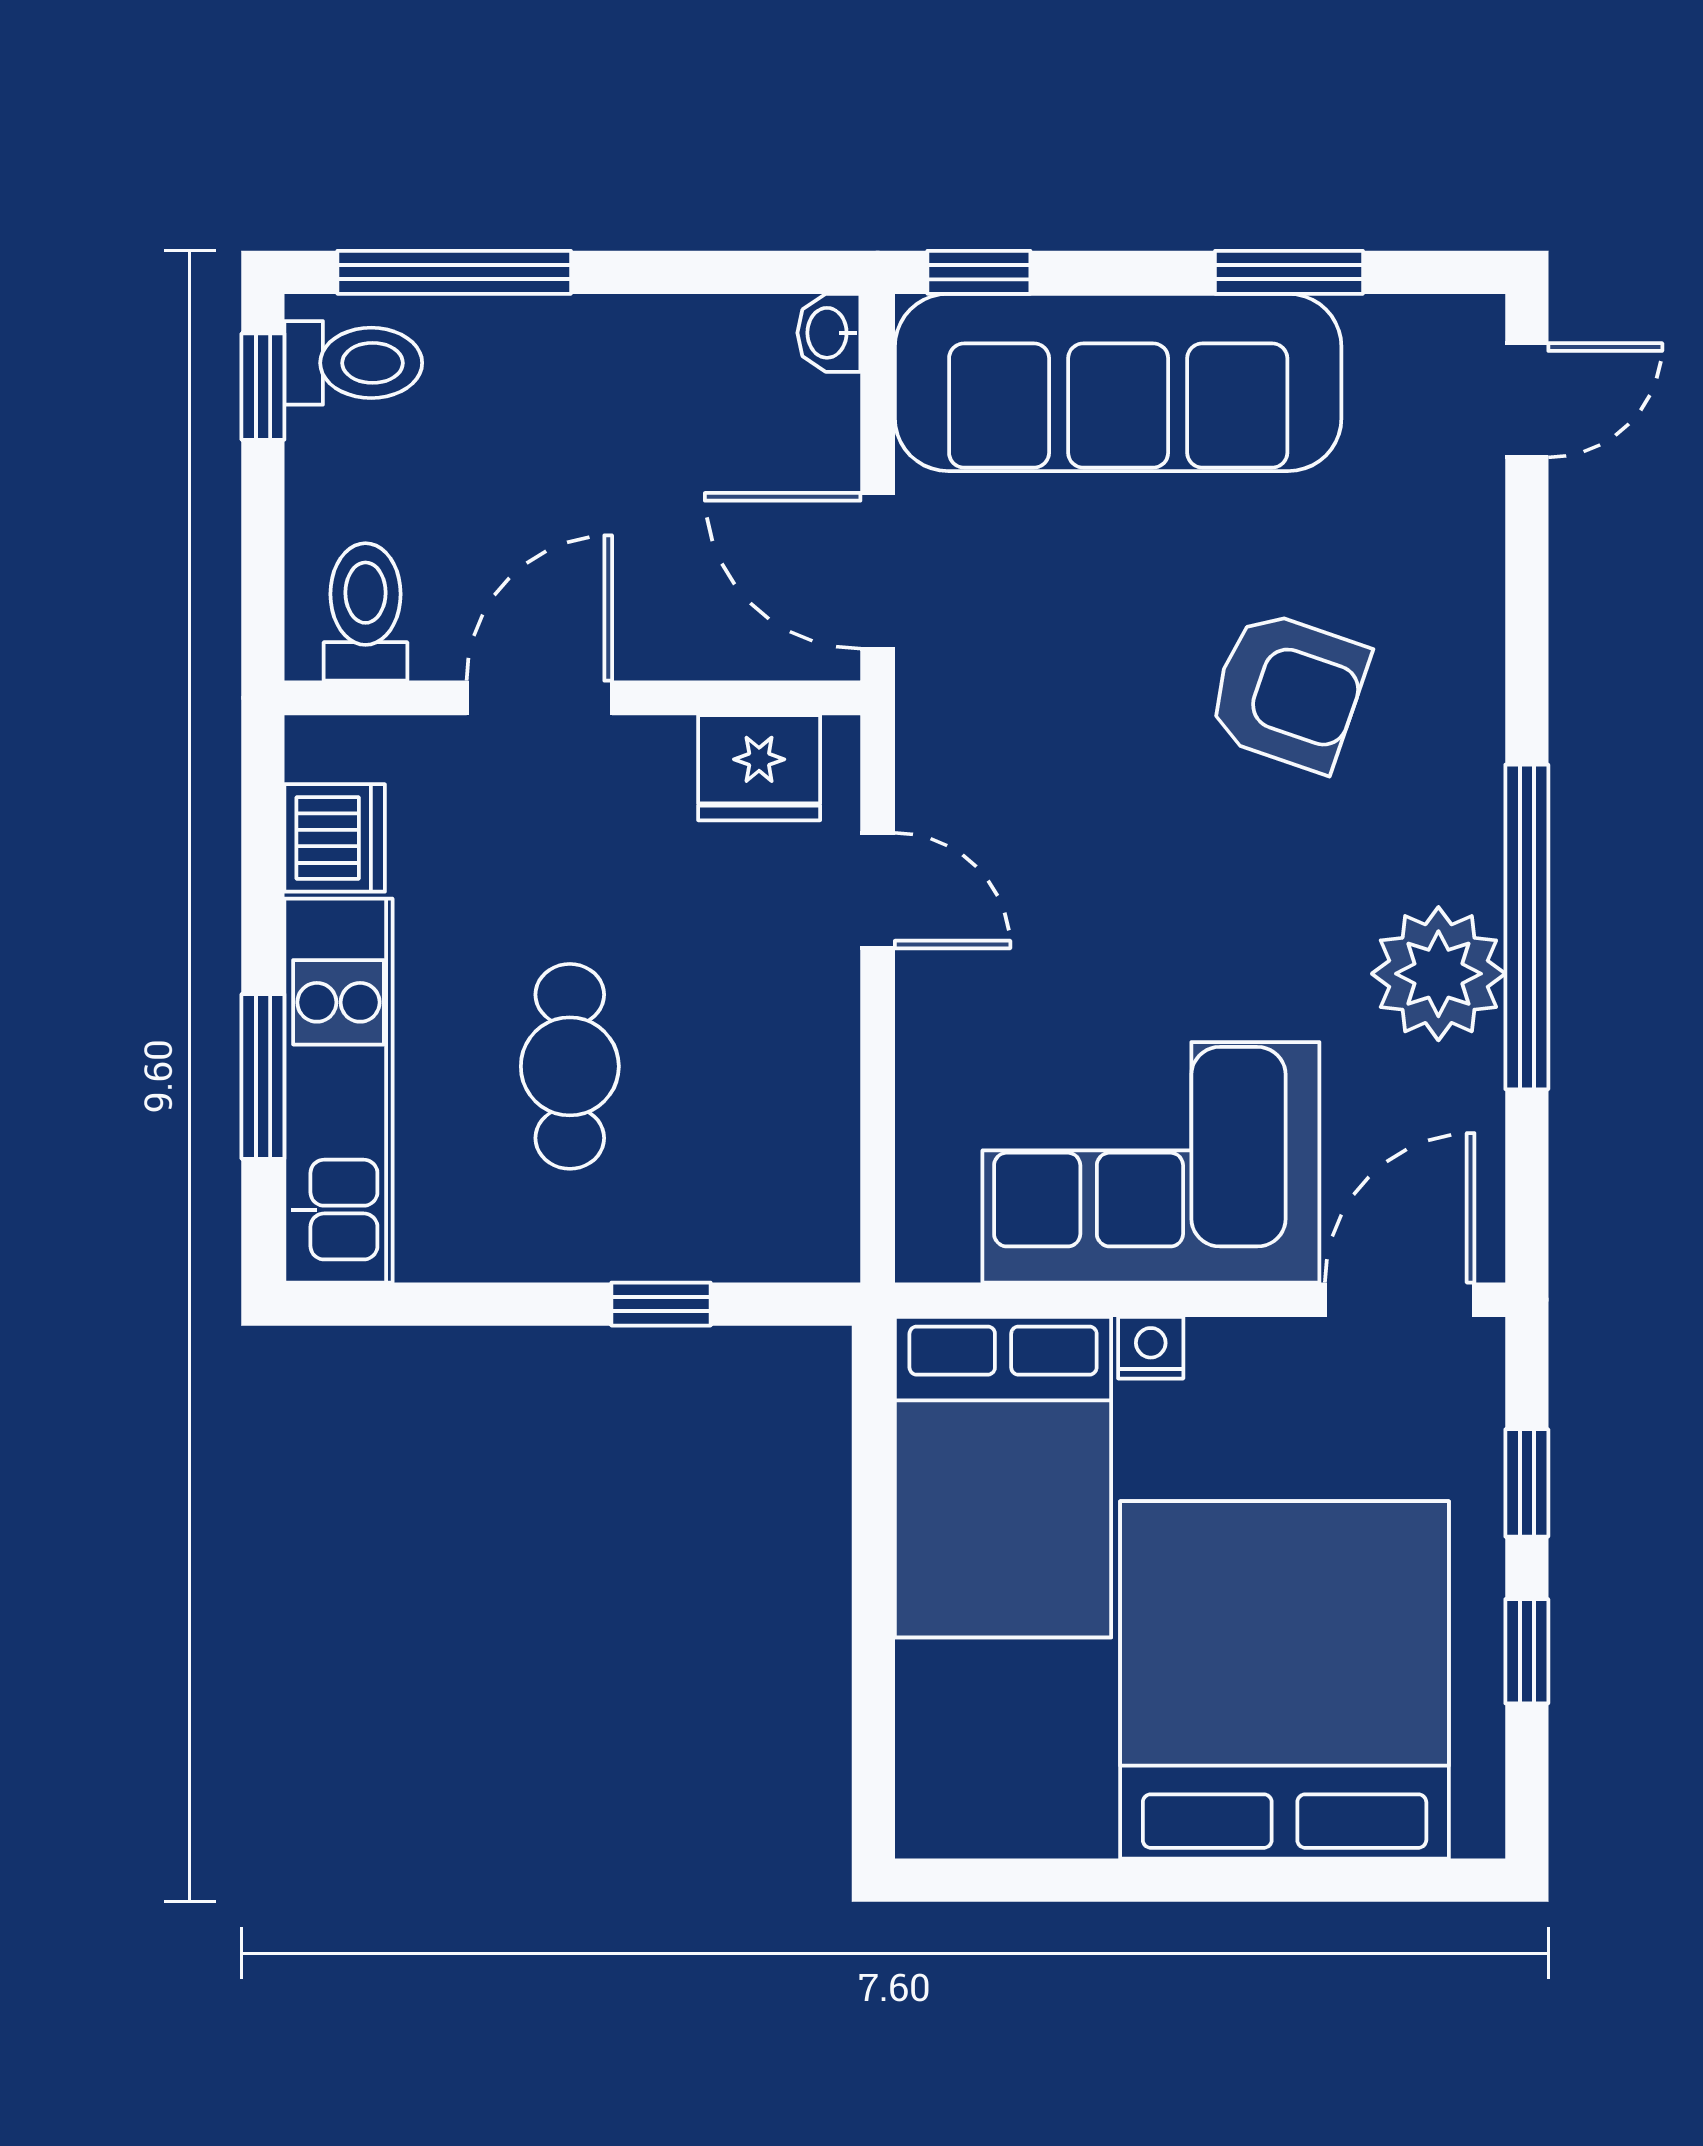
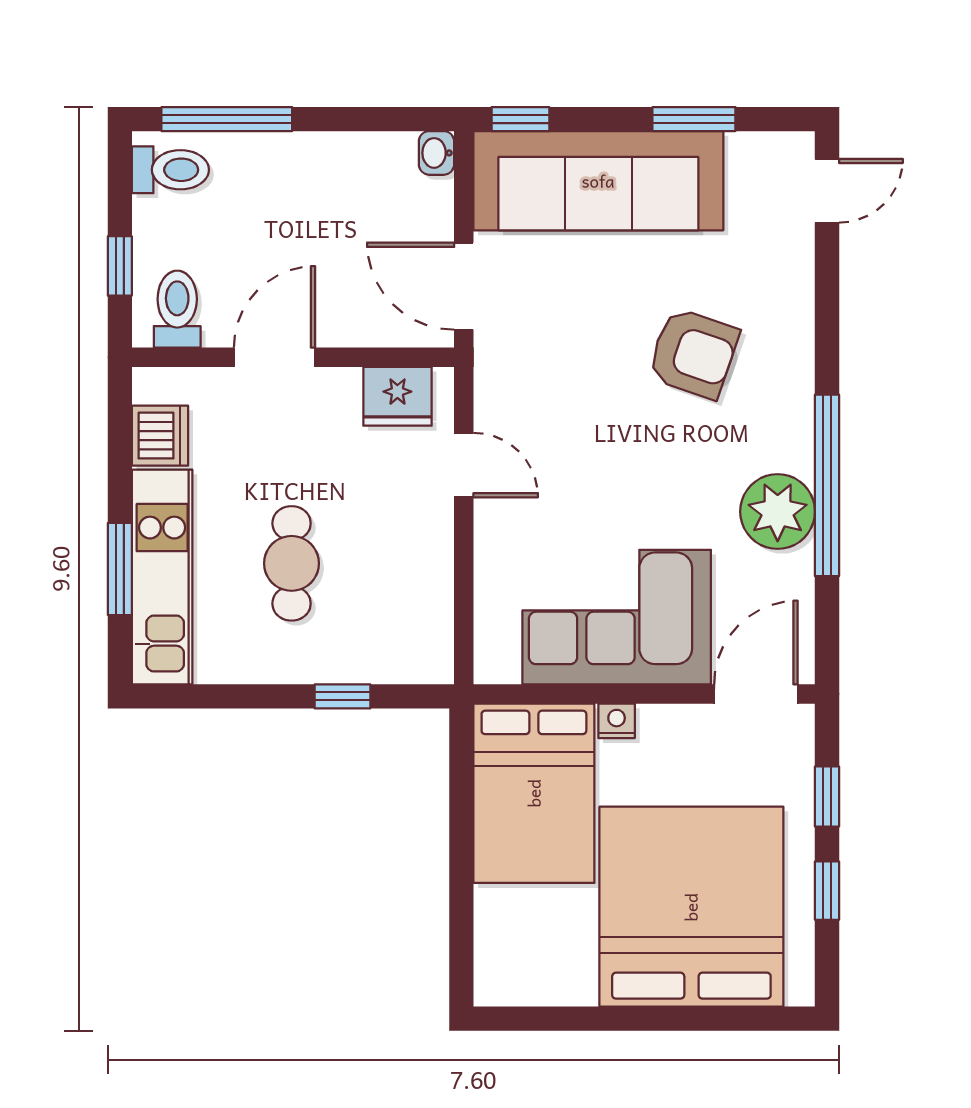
window: (263, 387) -> (120, 266), moved

